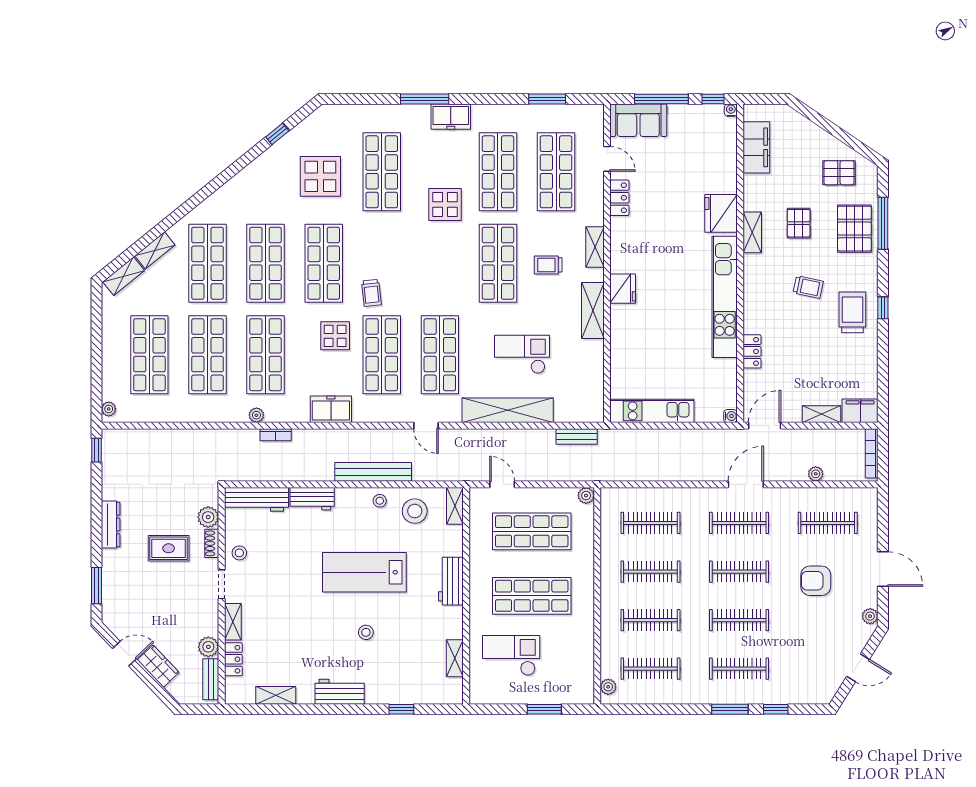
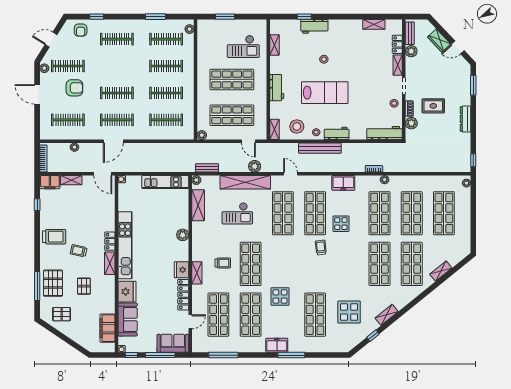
window: (547, 99) -> (223, 355), width x1.44
door: (607, 159) -> (190, 322), swing flipped
sofa: (720, 163) -> (128, 319), added
locker: (619, 198) -> (183, 295), width x1.53
shelving: (752, 232) -> (110, 263), moved
shop shelf: (324, 263) -> (347, 264), removed
shelving: (124, 276) -> (387, 315), moved
fridge: (623, 289) -> (181, 270), moved
window: (883, 308) -> (37, 205), moved
shelving: (593, 311) -> (198, 205), moved
trolley: (852, 312) -> (54, 237), turned -90
plant: (621, 316) -> (183, 235), added
locker: (752, 351) -> (110, 241), moved
plant: (596, 415) -> (196, 180), added
door: (765, 426) -> (103, 174), hinge flipped
plant: (491, 439) -> (255, 166), added
workbench: (312, 499) -> (337, 133), moved
clothes rail: (739, 620) -> (68, 66), moved
armchair: (805, 685) -> (81, 30), added
workbench: (340, 692) -> (314, 26), moved
window: (730, 709) -> (156, 17), moved

